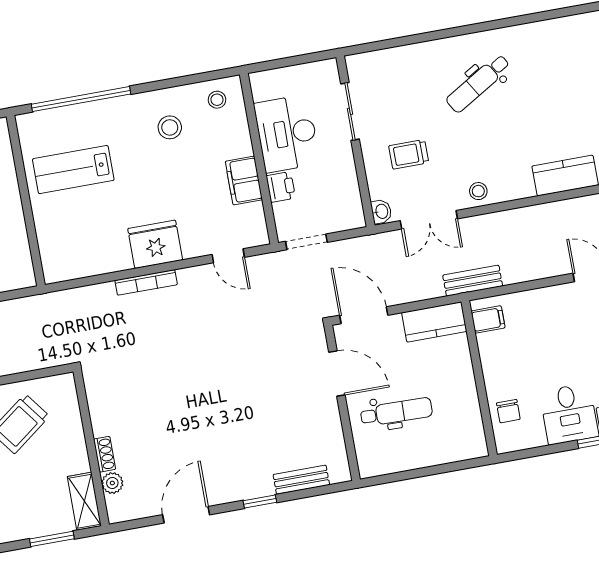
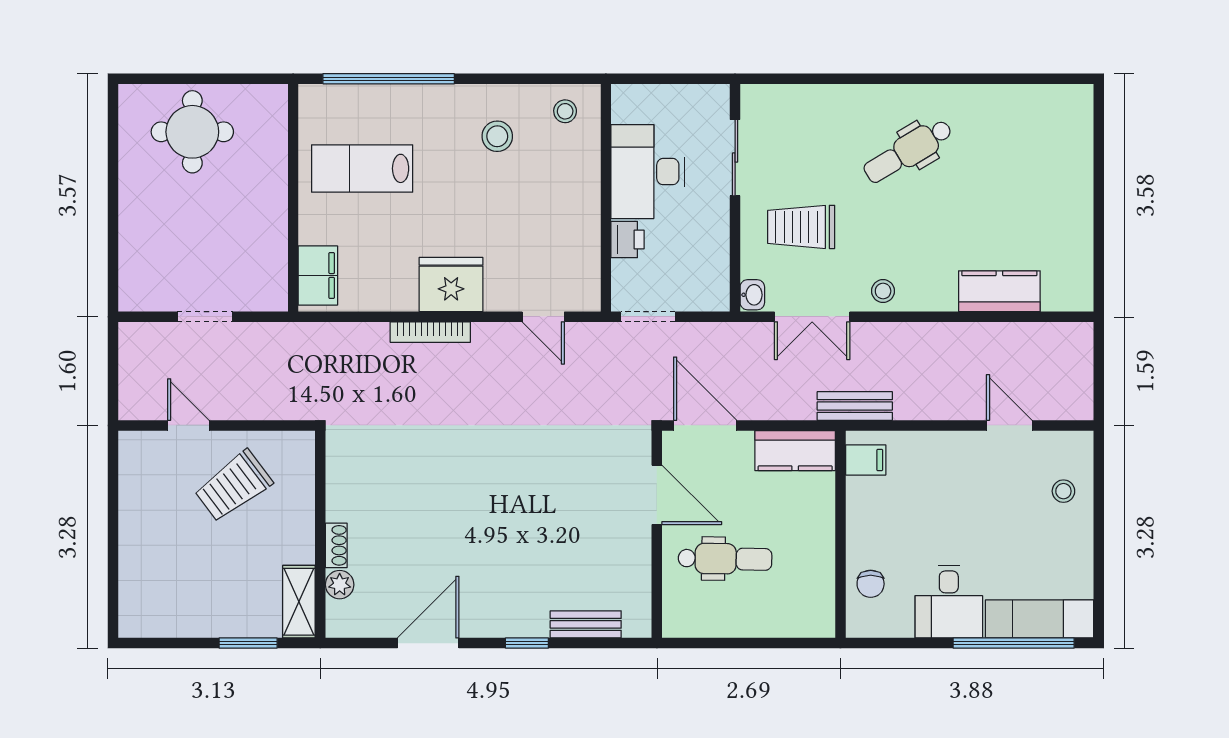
trolley: (409, 154) -> (801, 227), width x1.36, depth x1.39
filing cabinet: (244, 181) -> (318, 275), moved, turned 180

